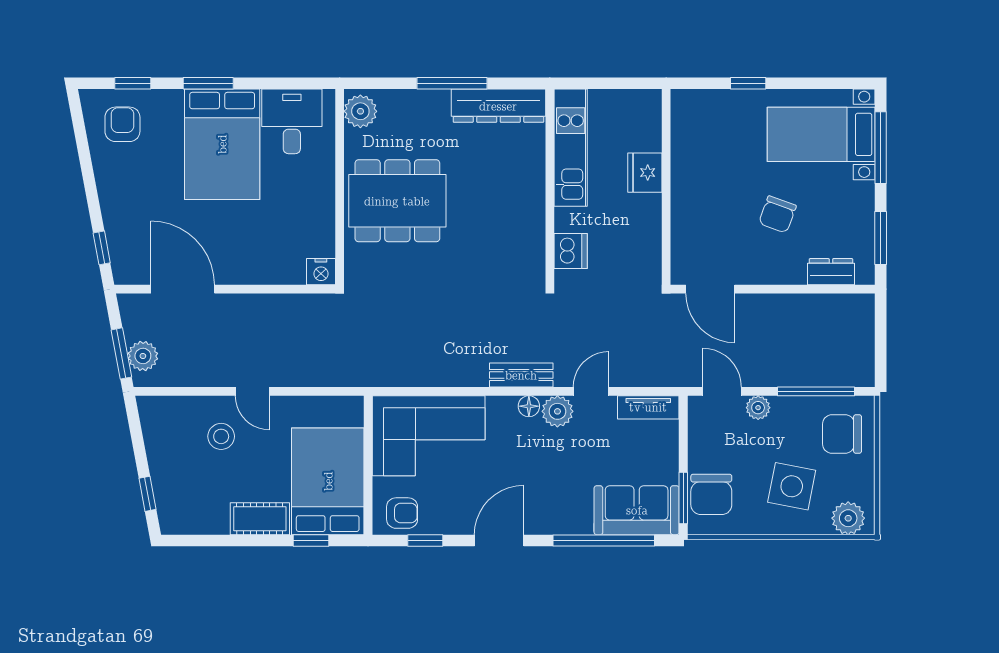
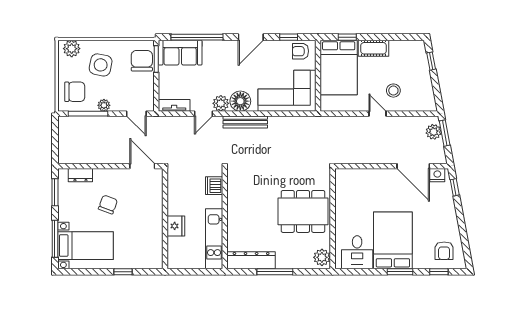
nightstand: (321, 272) -> (437, 175), moved
bench: (521, 375) -> (245, 122), width x1.36
floor lamp: (529, 406) -> (240, 101), width x1.89, depth x1.89
plant: (758, 408) -> (104, 105), moved

